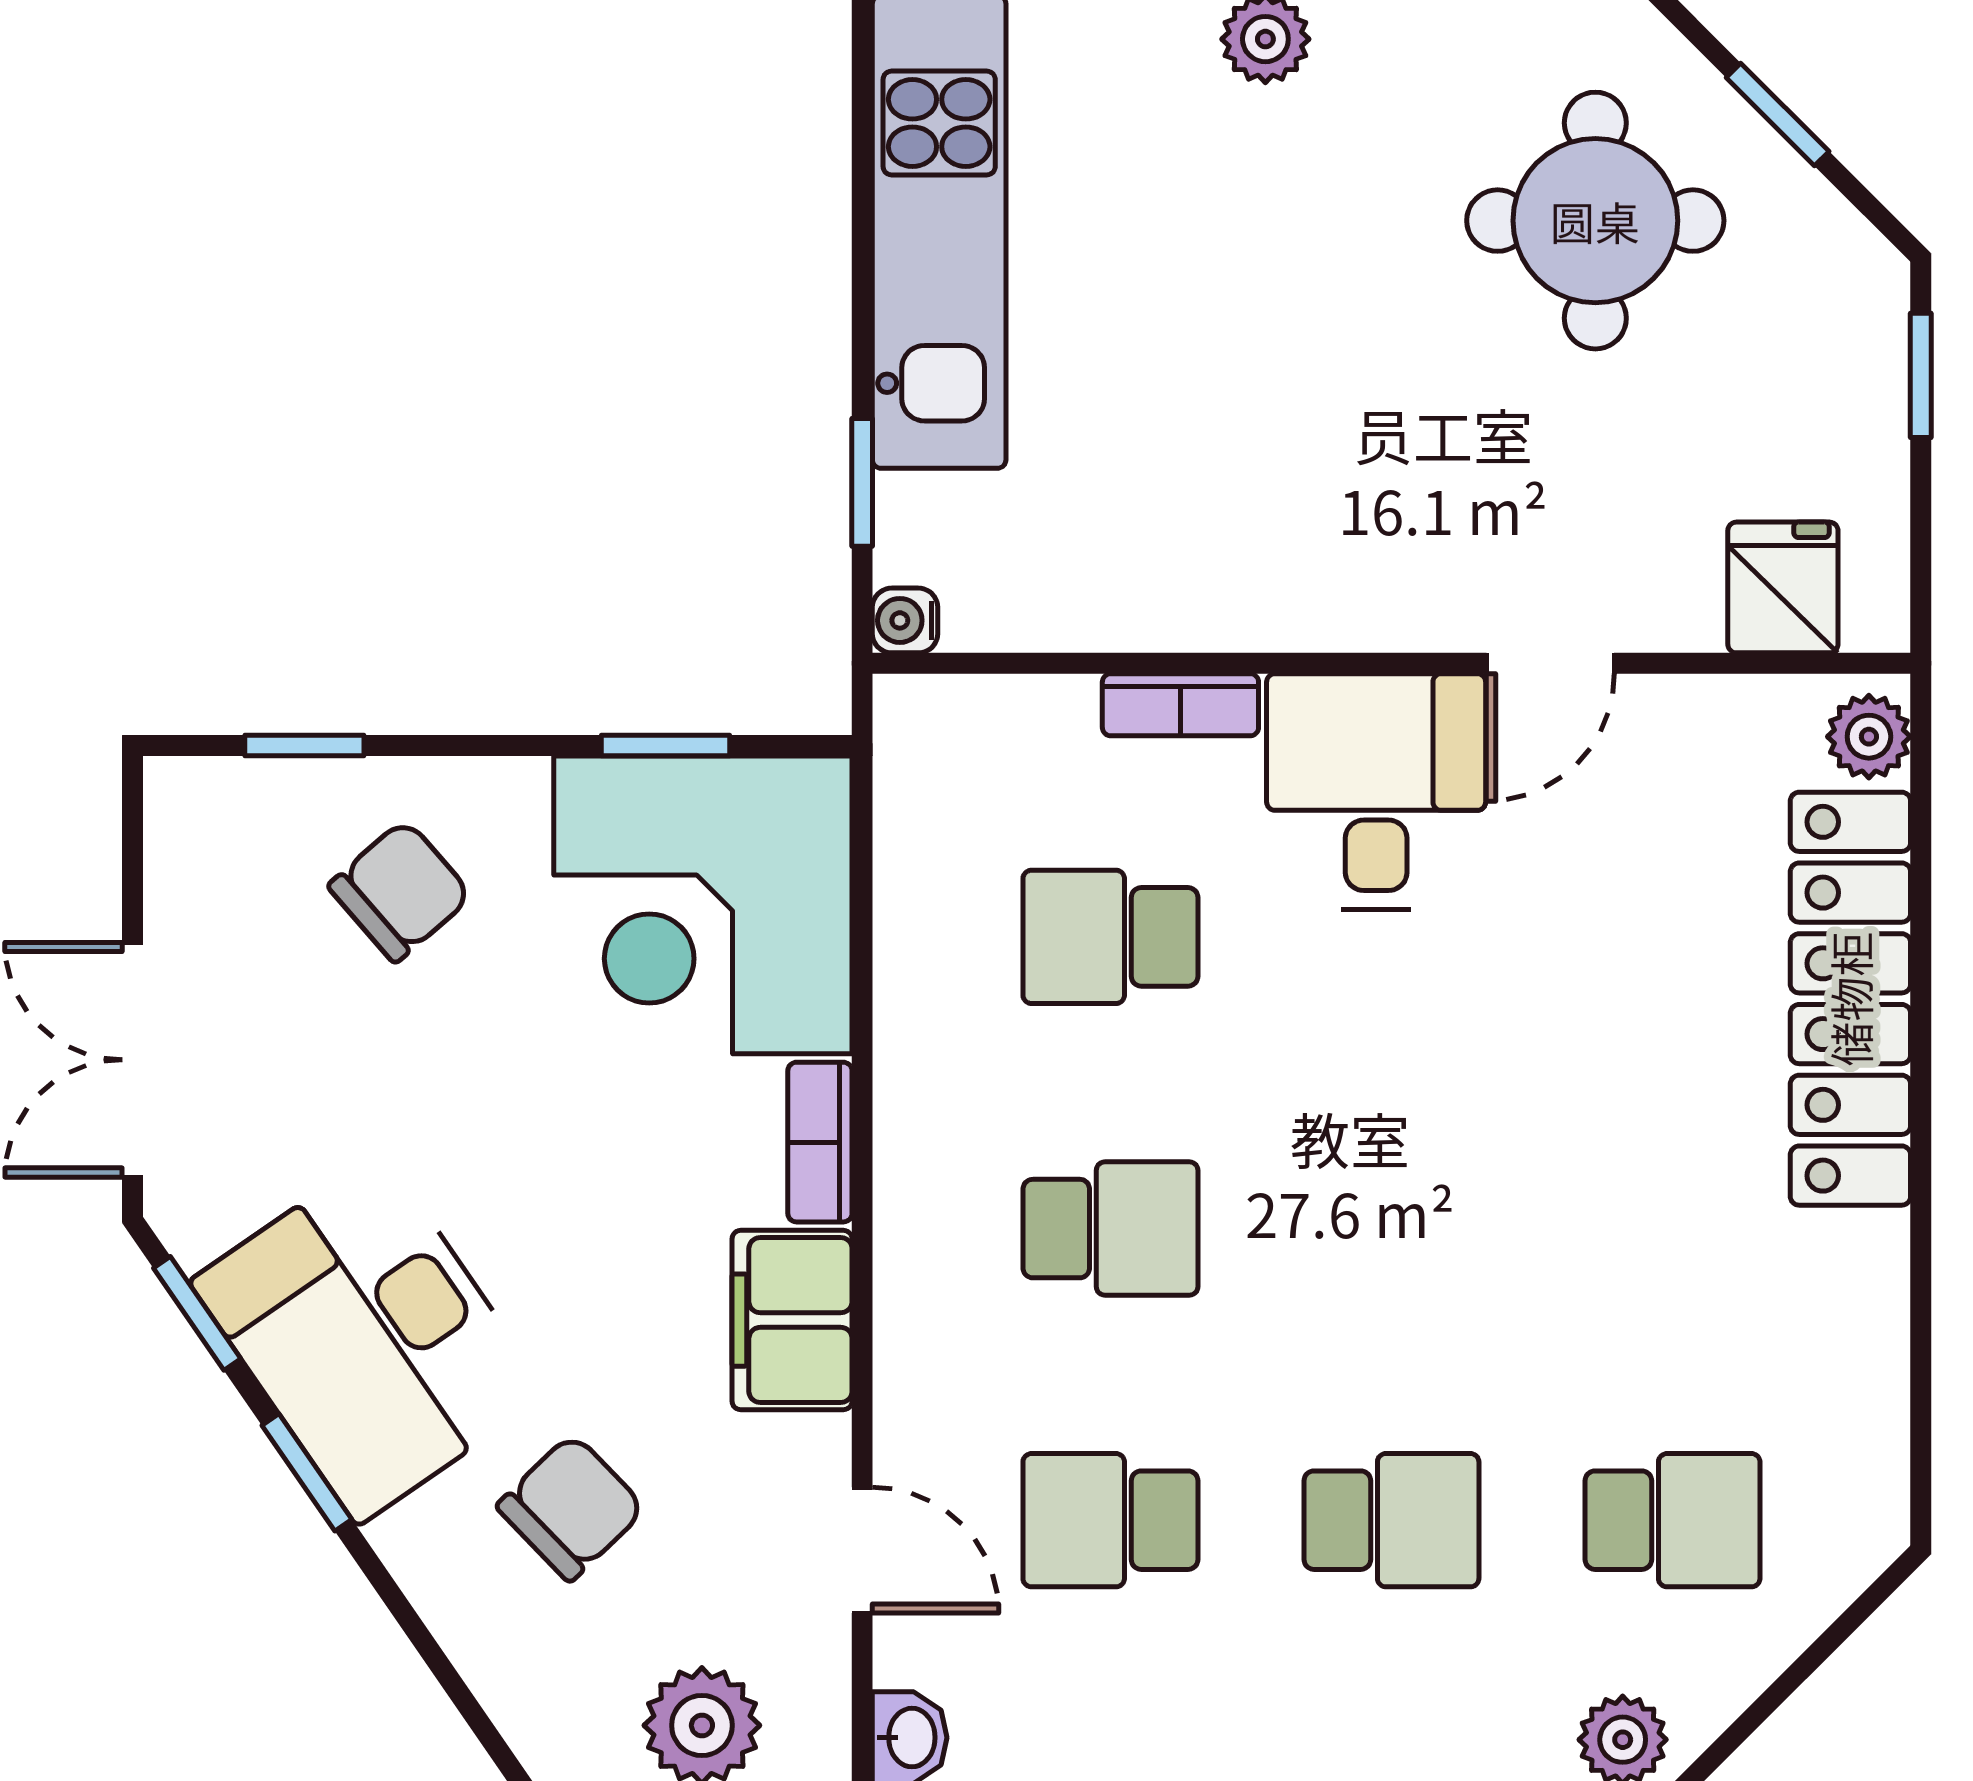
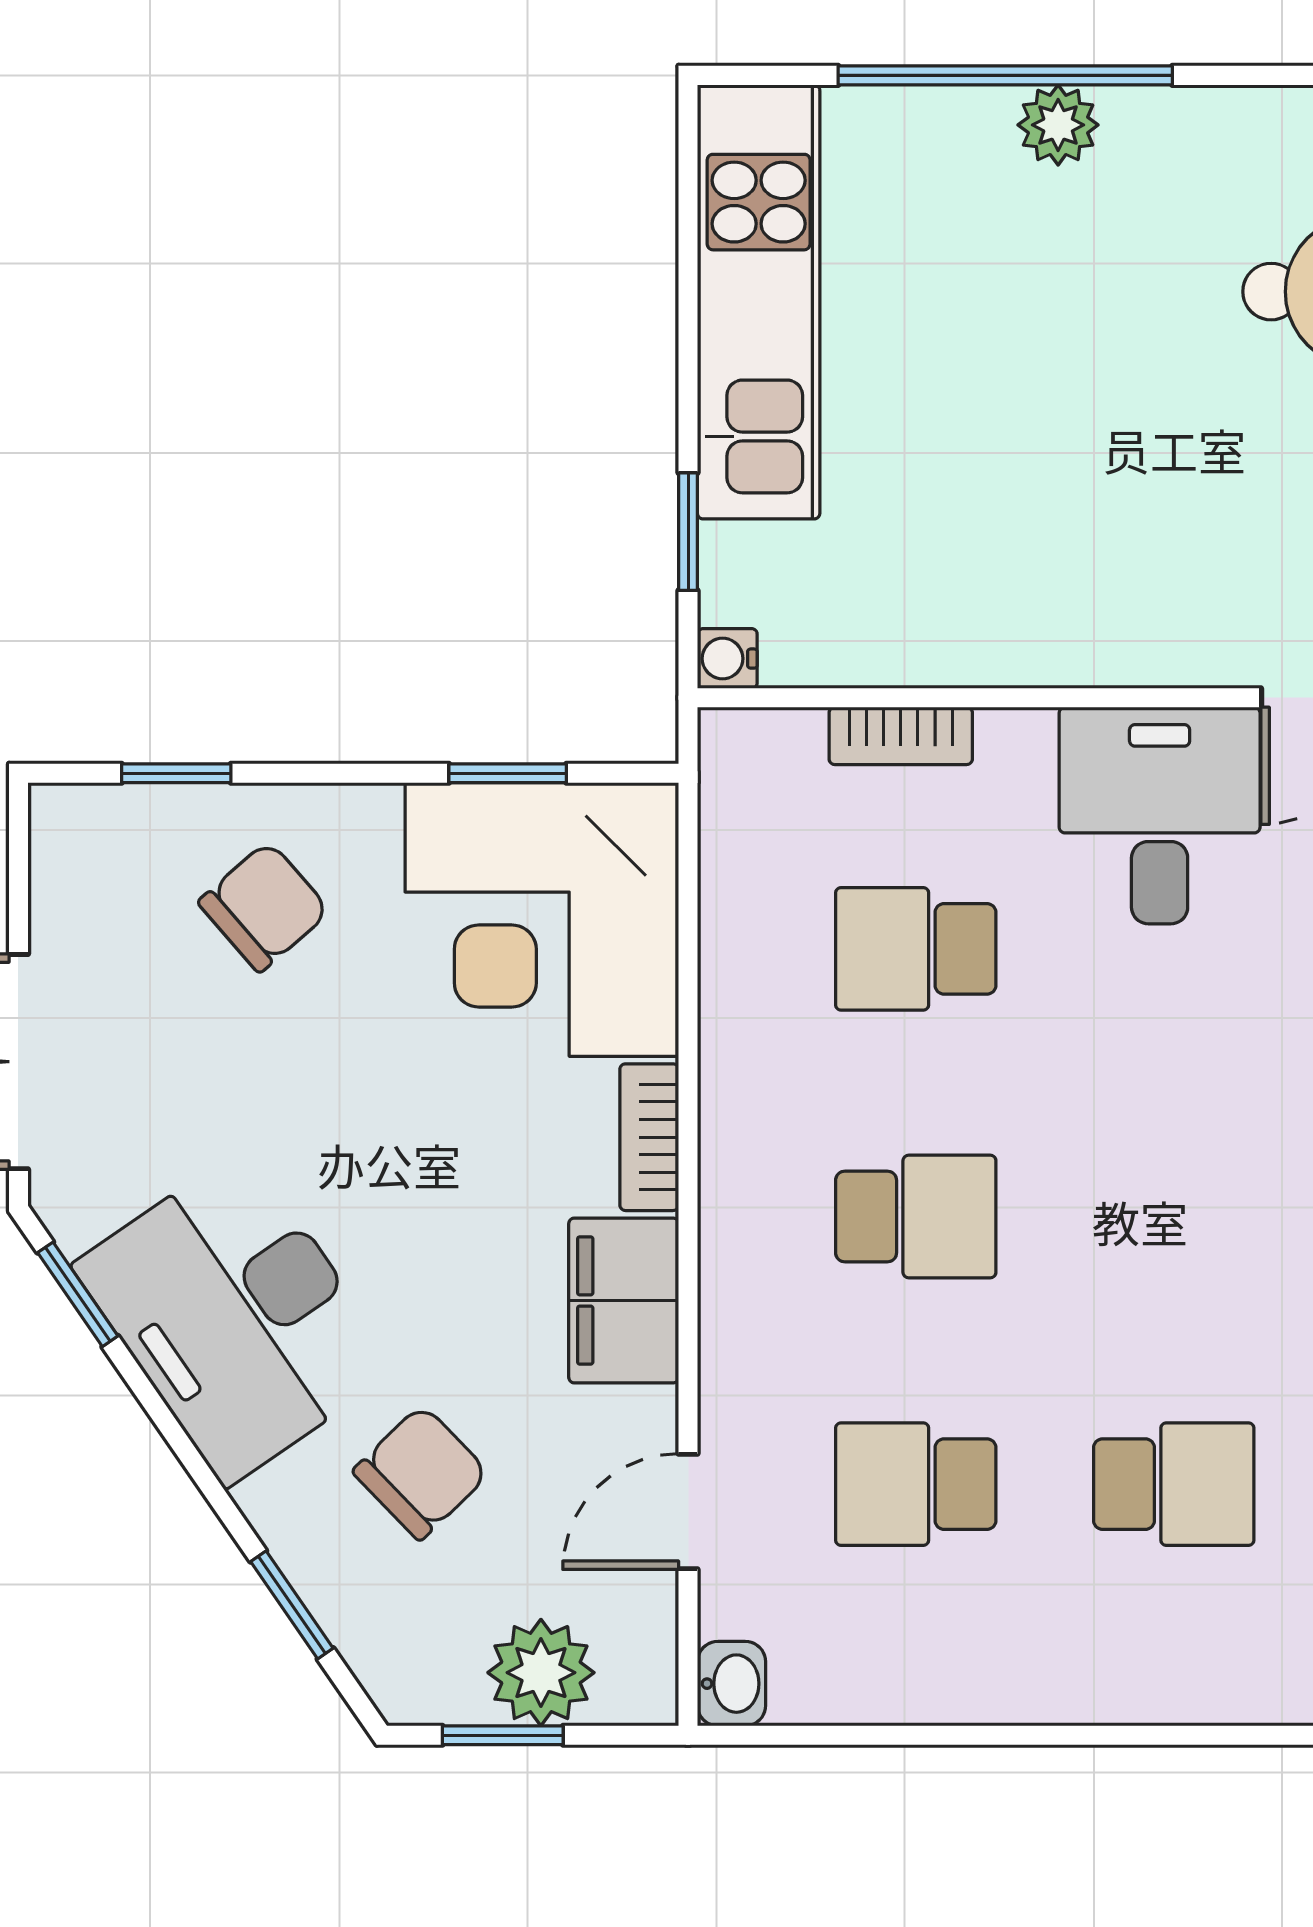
bookcase: (1180, 705) -> (901, 736), moved
window: (307, 1472) -> (292, 1605), moved
door: (862, 1550) -> (688, 1512), swing flipped

